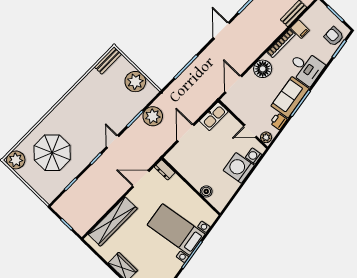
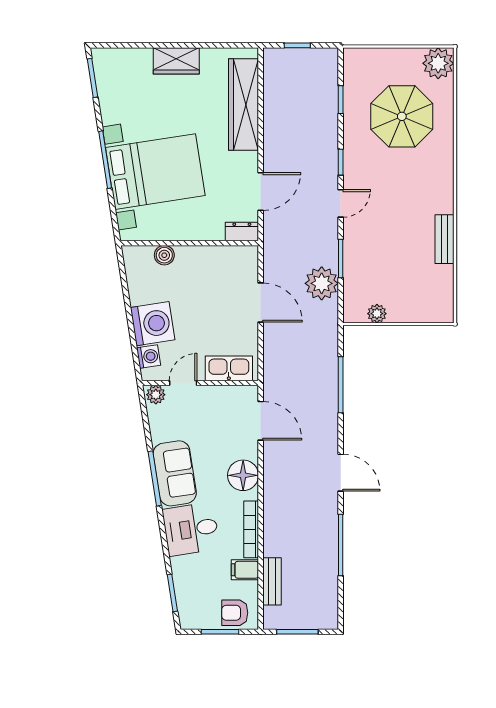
armchair: (334, 36) -> (235, 613), moved, turned 180
bench: (108, 61) -> (445, 239), moved
plant: (135, 82) -> (377, 314), width x0.53, depth x0.53
kitchen sink: (214, 116) -> (229, 368), moved, turned 90
printer: (278, 121) -> (160, 430), removed
door: (113, 142) -> (341, 203), hinge flipped
bed with nightstands: (176, 230) -> (155, 172), width x1.36

